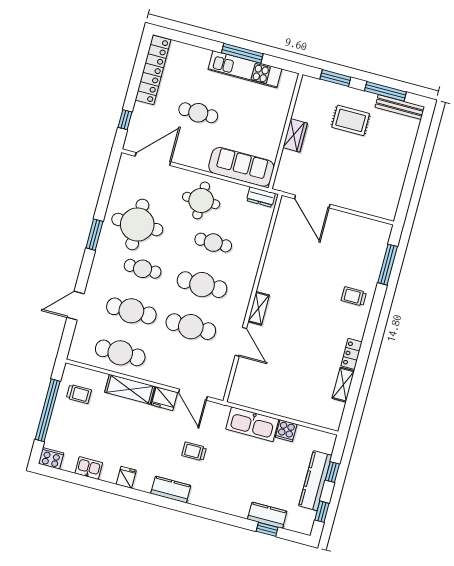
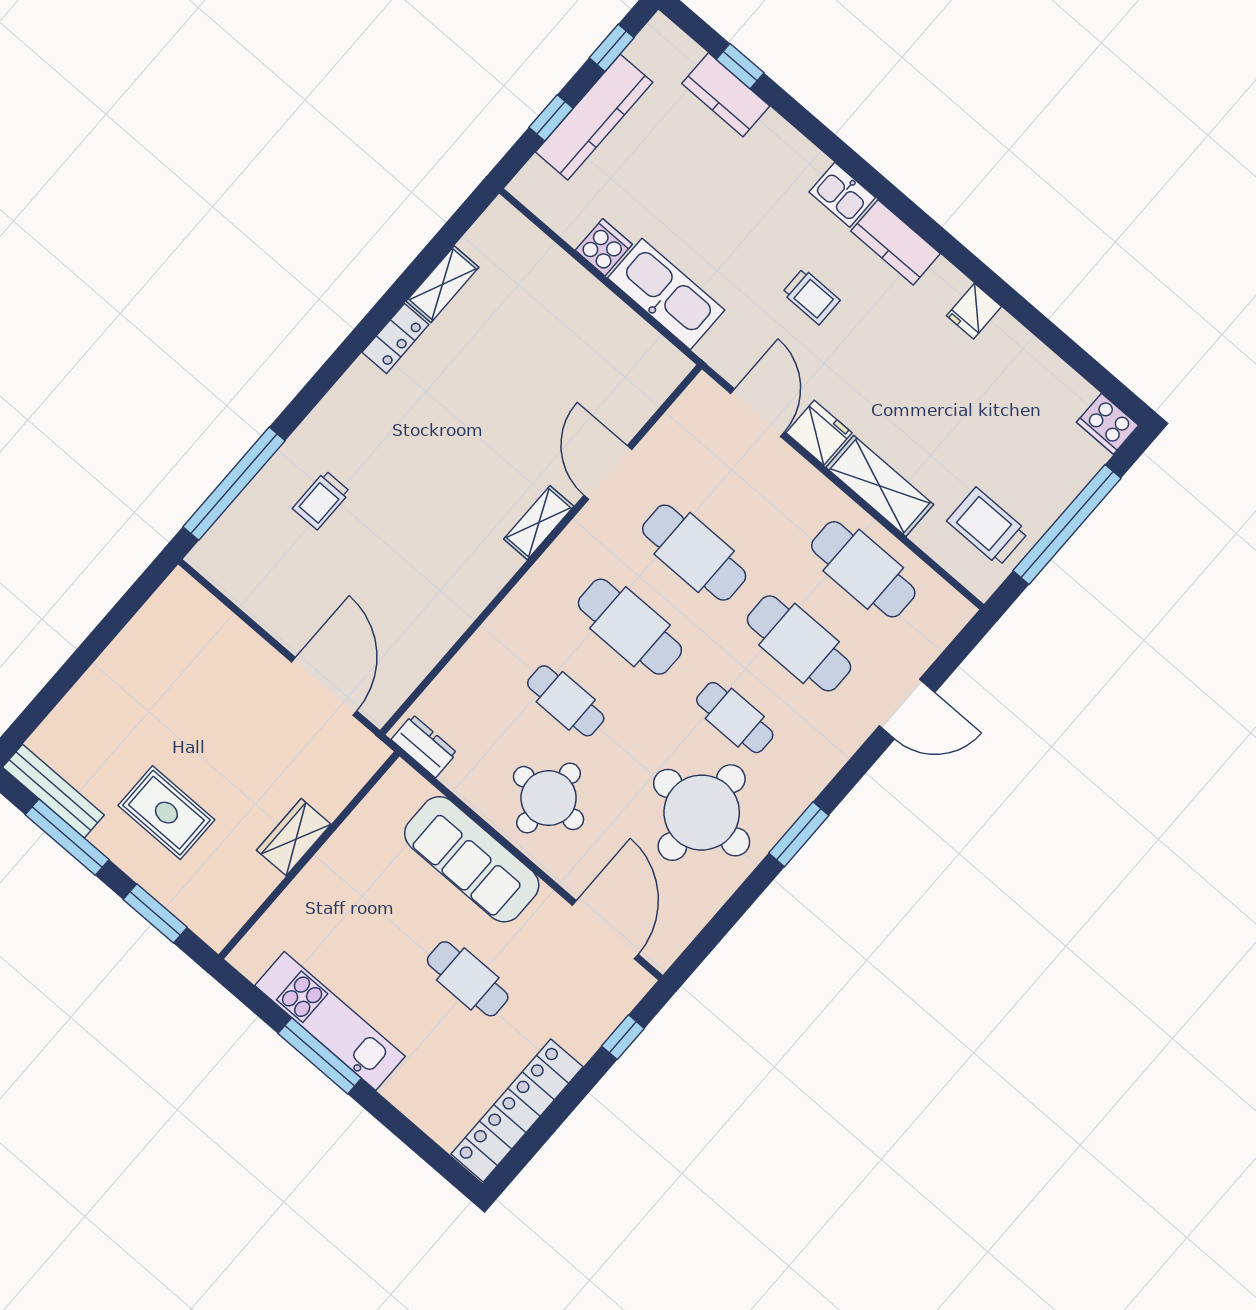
door: (153, 159) -> (605, 930), swing flipped
sofa: (241, 167) -> (472, 859), moved
window: (388, 265) -> (234, 484), width x1.46
trolley: (354, 296) -> (321, 500), moved, turned 90
trolley: (79, 394) -> (988, 527), width x1.36, depth x1.39
kitchen sink: (89, 468) -> (842, 195), moved

